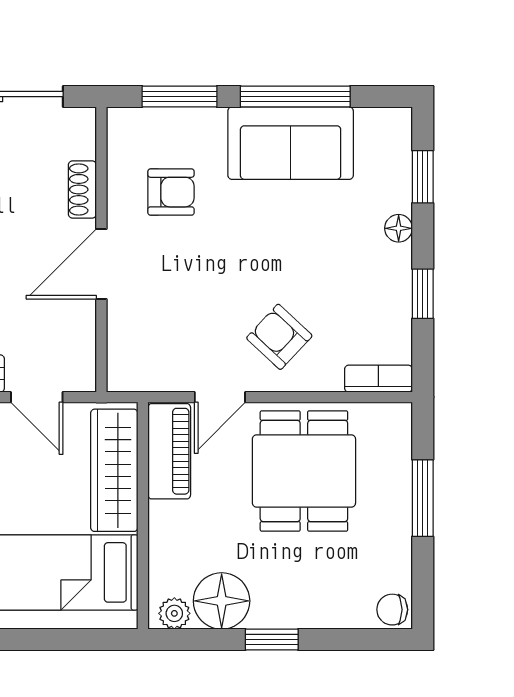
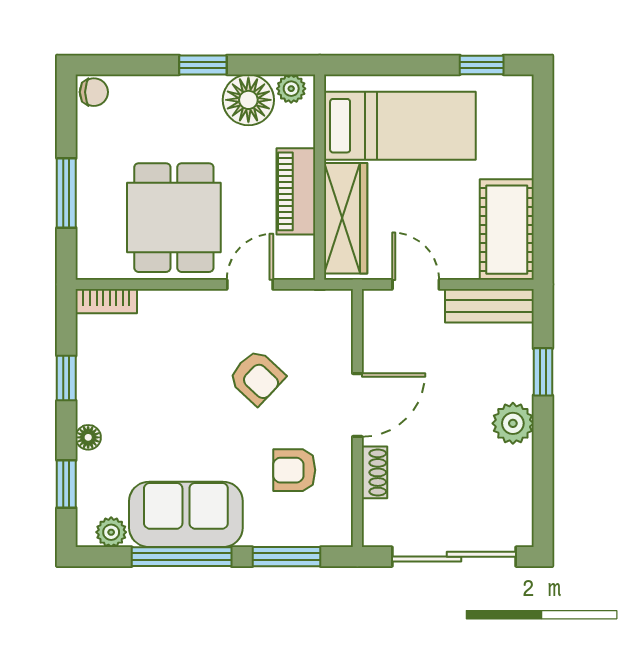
plant: (373, 123) -> (111, 532), added
armchair: (279, 337) -> (257, 377), moved
piano: (169, 451) -> (296, 191), moved

